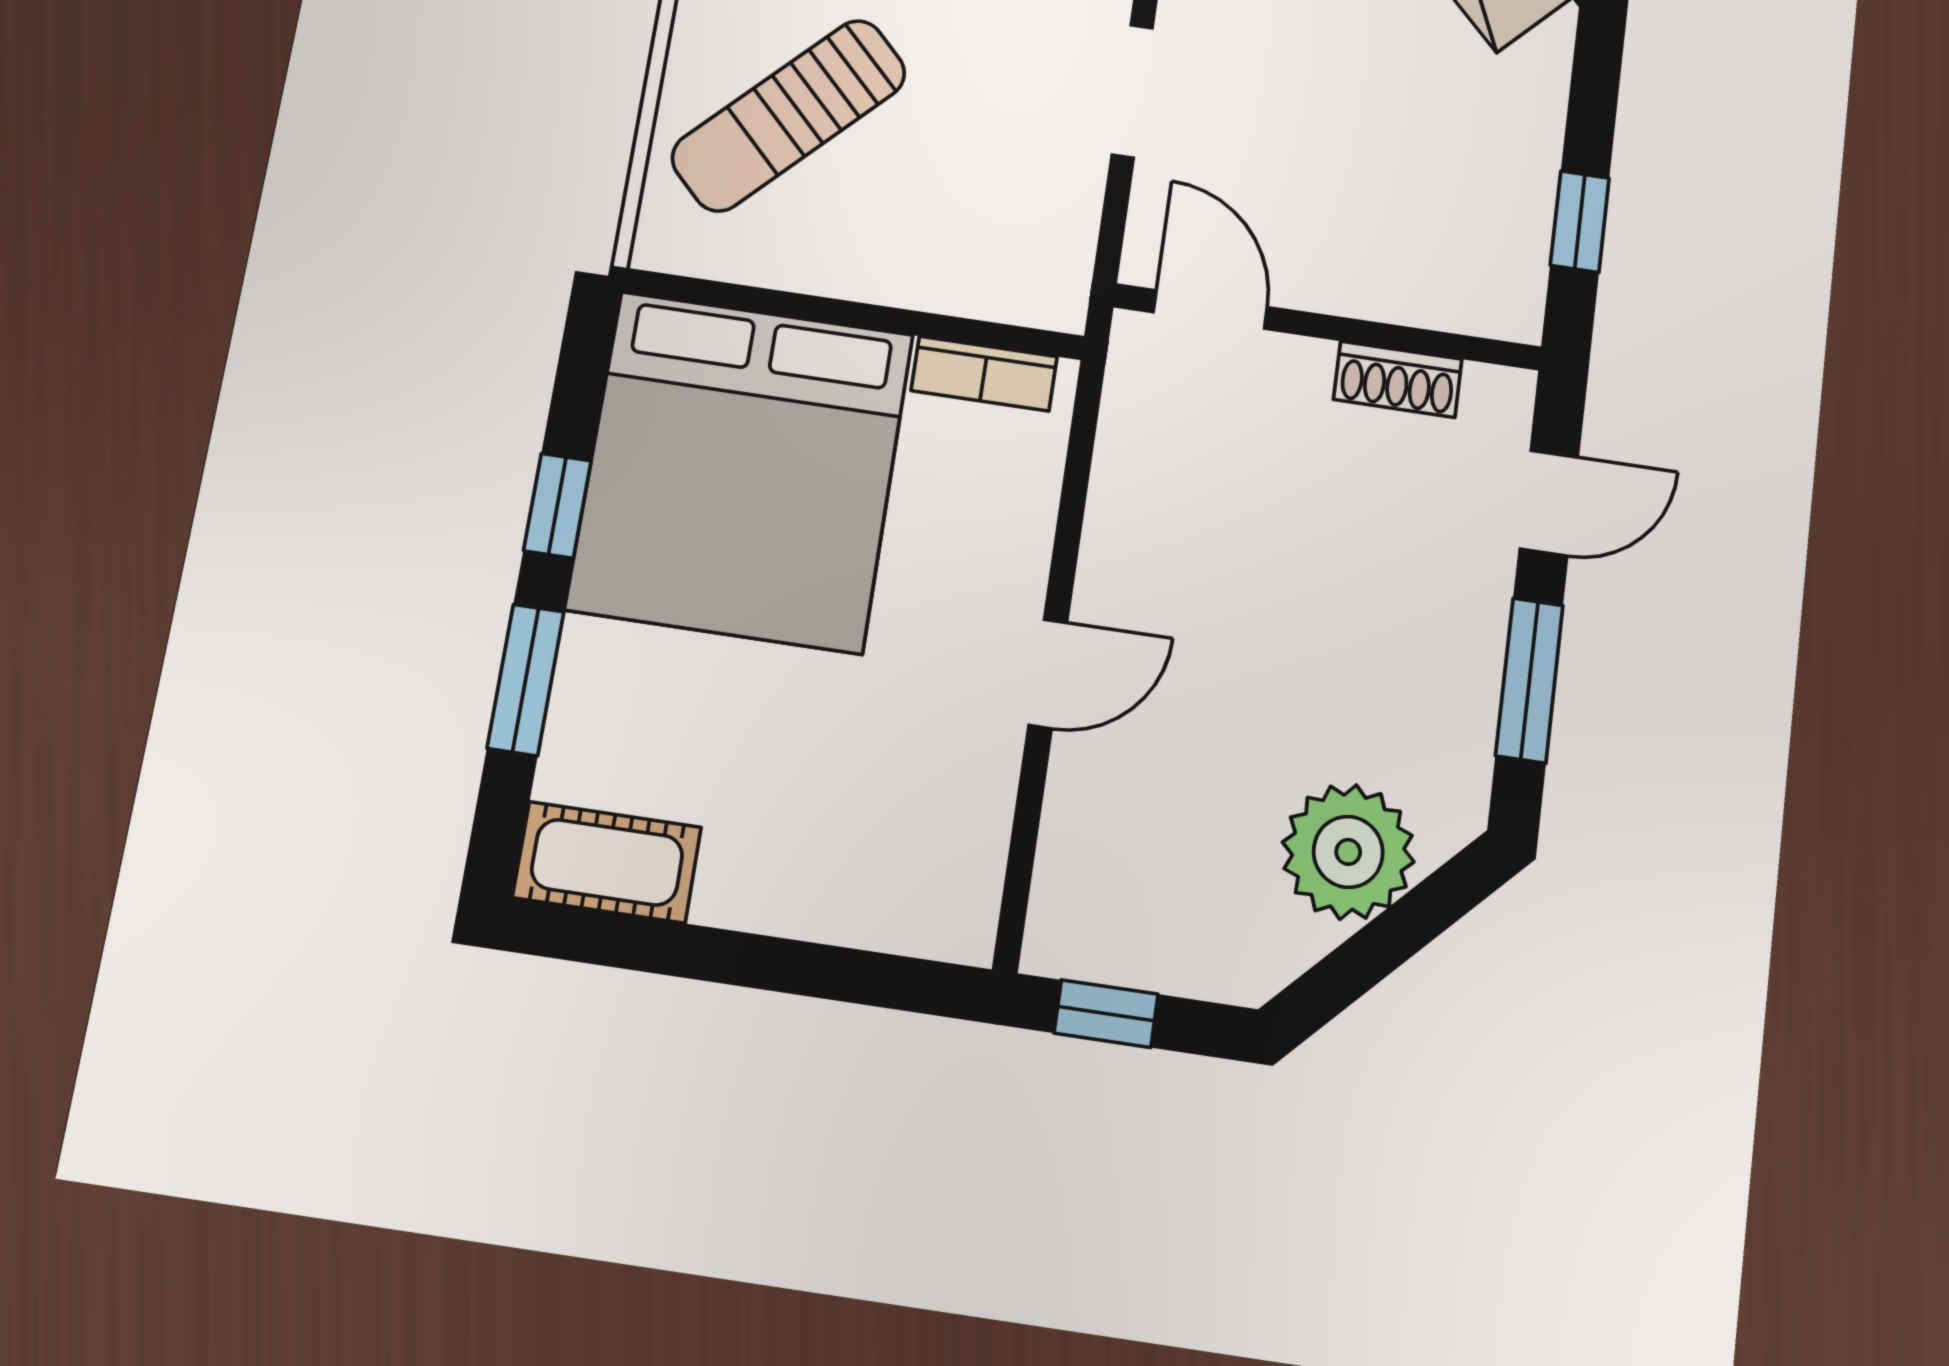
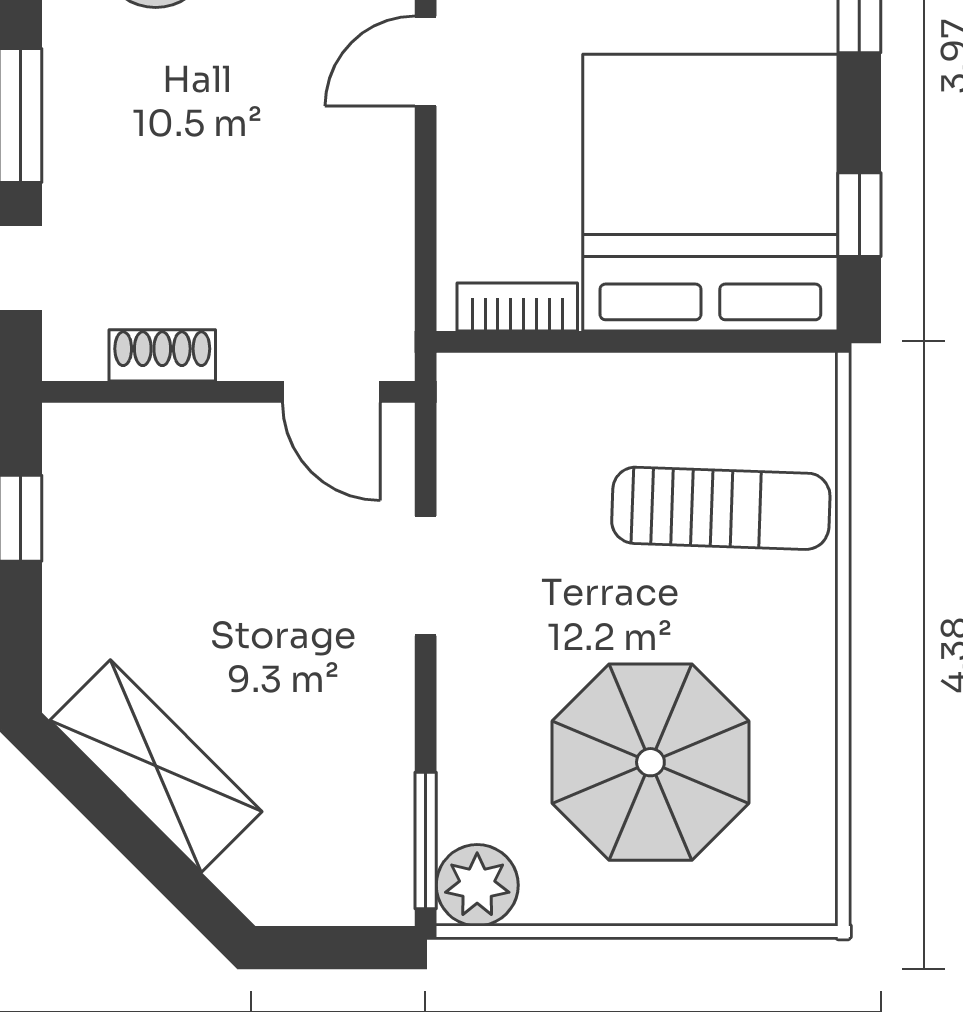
sun lounger: (789, 115) -> (721, 508), turned 47
window: (557, 506) -> (859, 215), moved

